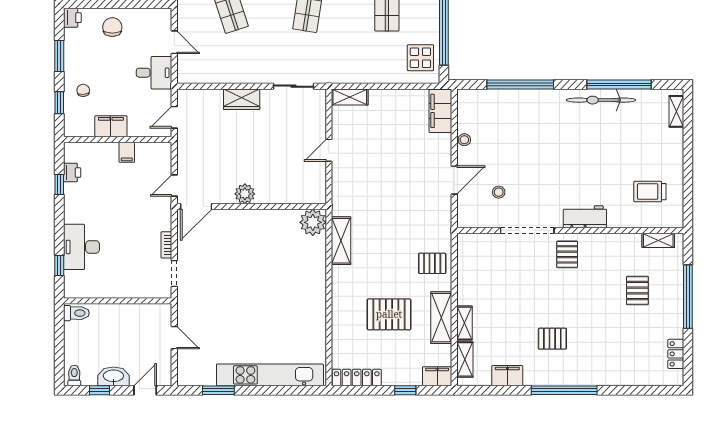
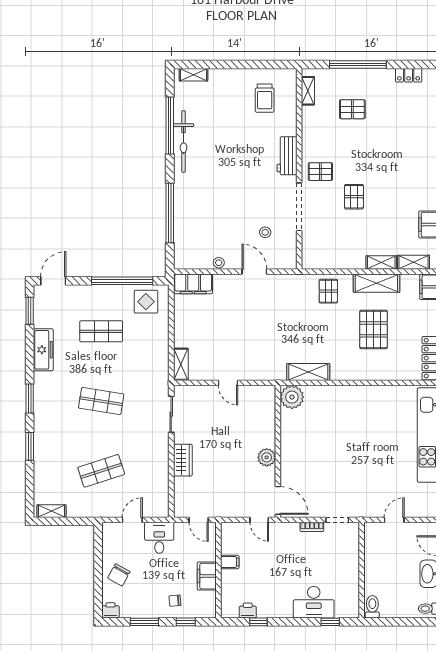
chair: (112, 27) -> (119, 575), turned -61
pallet: (552, 339) -> (354, 197), moved

